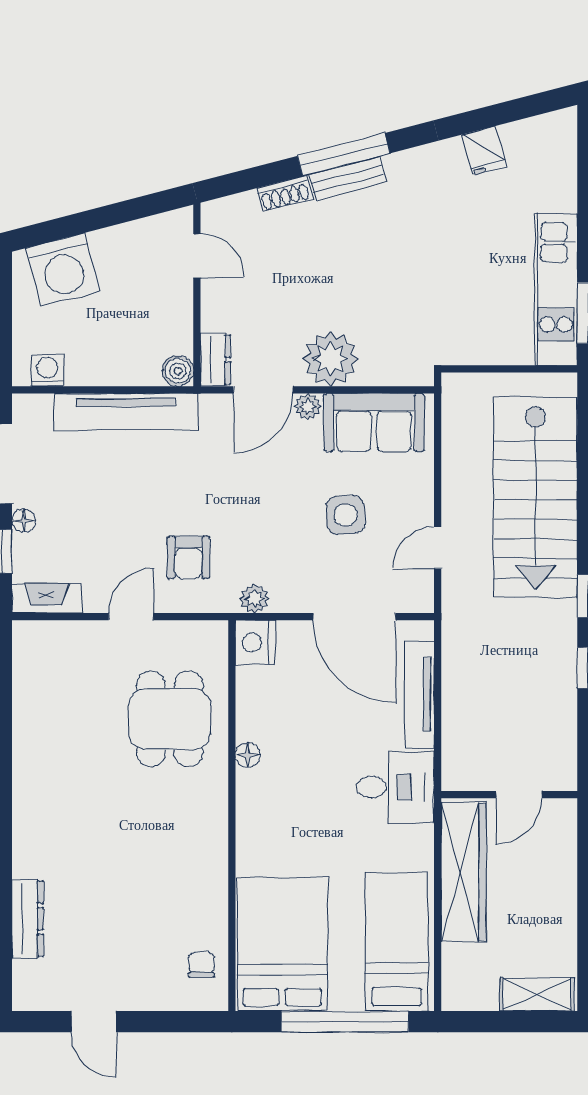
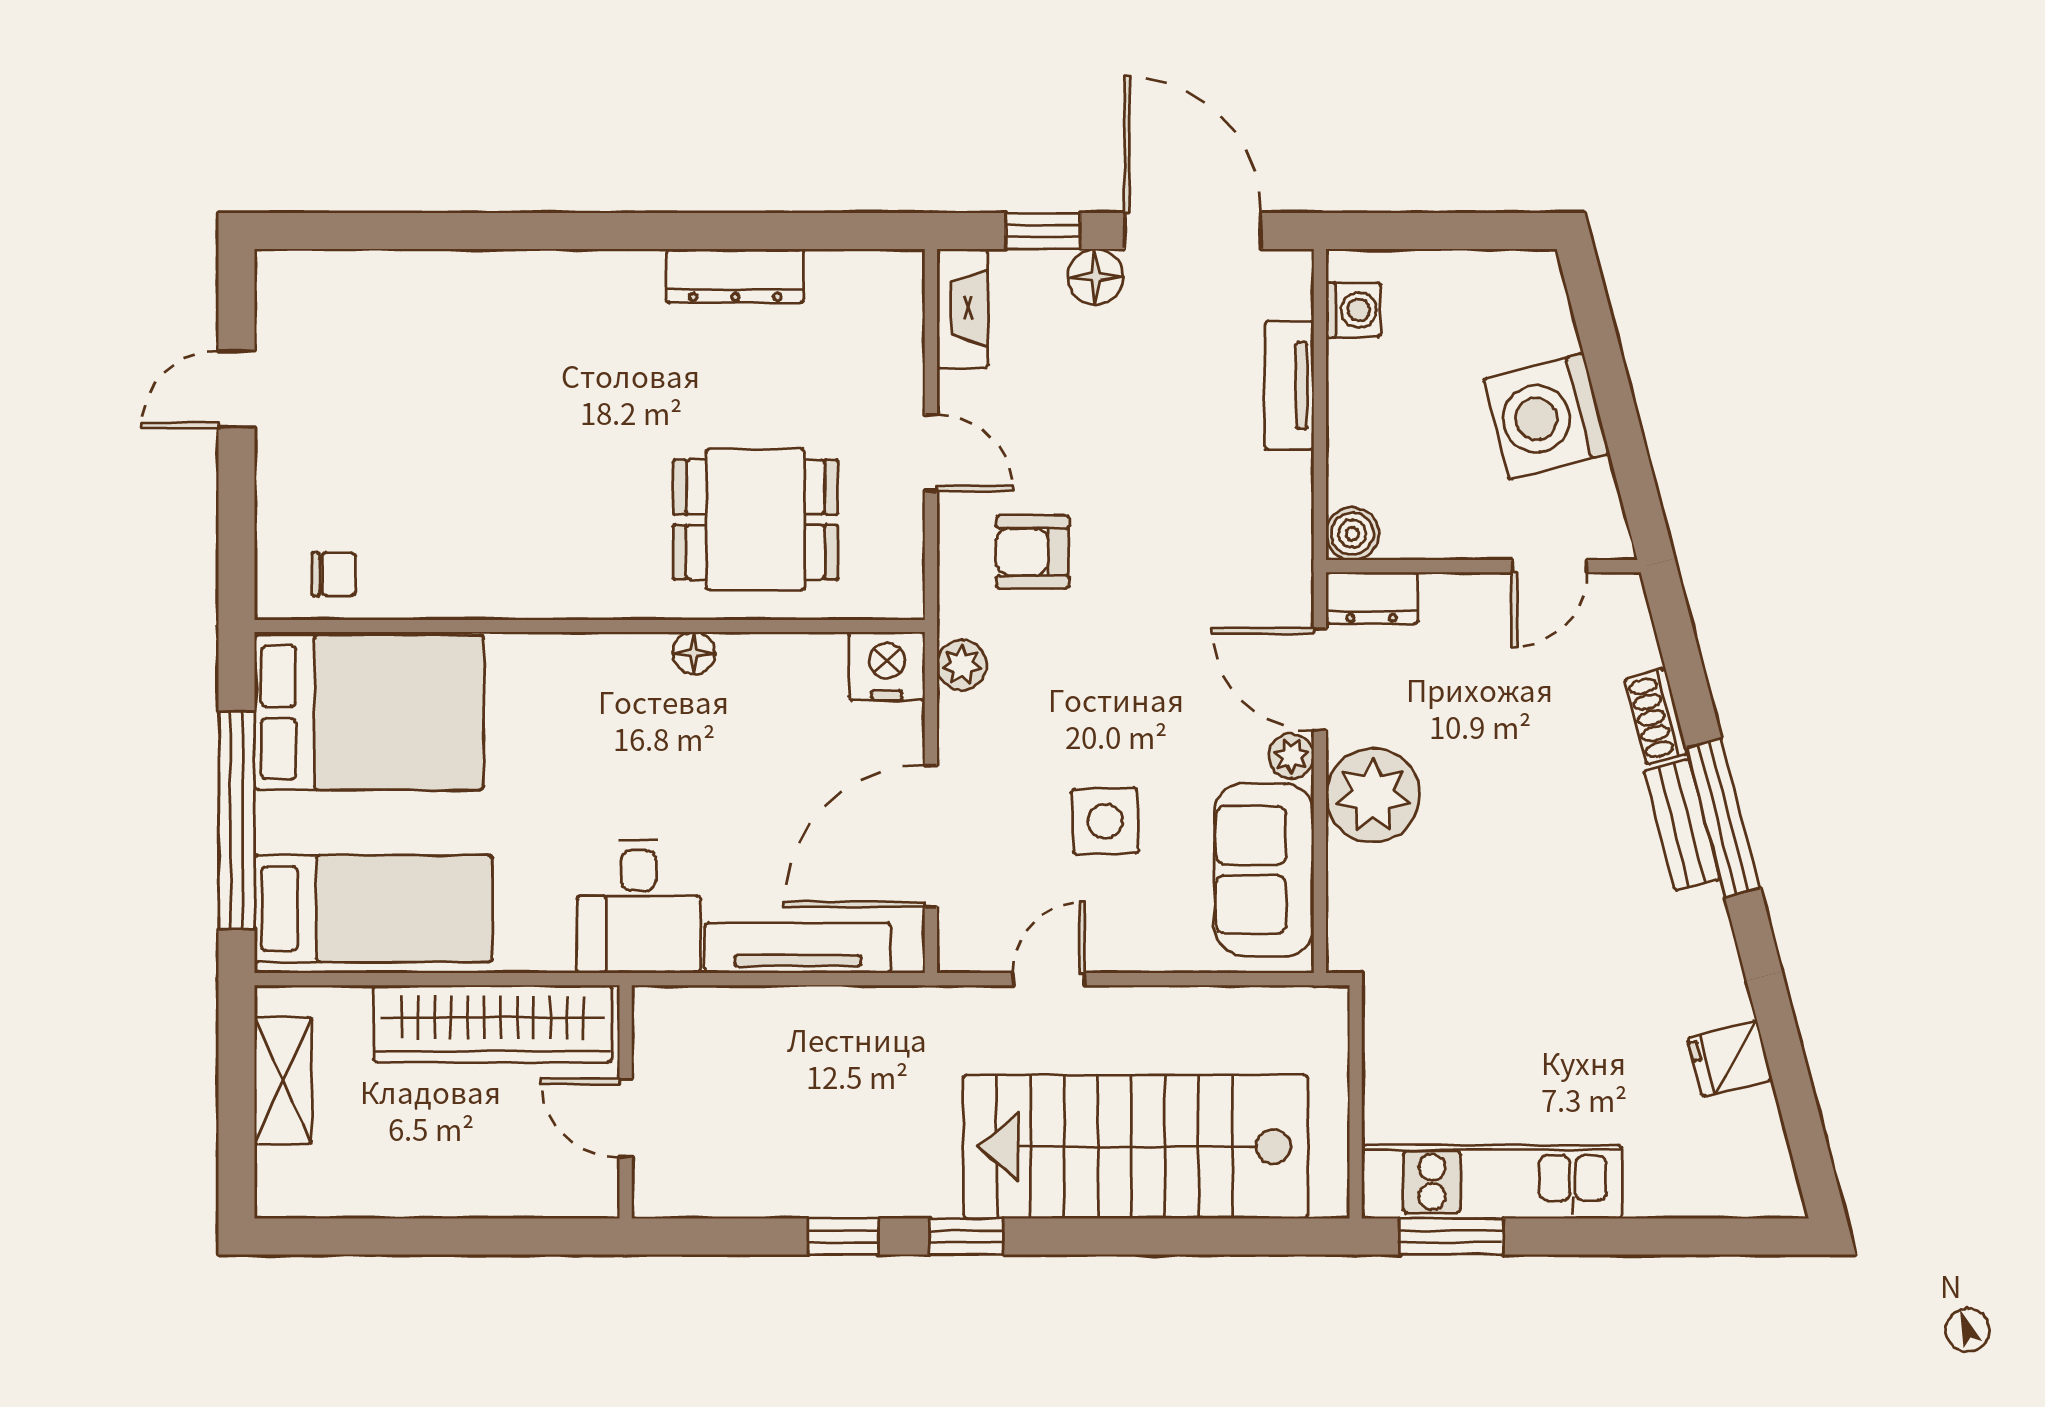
washing machine: (63, 270) -> (1546, 416), moved
tv unit: (126, 412) -> (1289, 385), width x0.52, depth x0.78
floor lamp: (24, 521) -> (1095, 277), width x1.37, depth x1.37
door: (438, 548) -> (1049, 979), hinge flipped
dresser: (28, 919) -> (735, 276), moved
shelving: (537, 994) -> (283, 1081), moved

